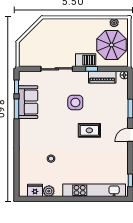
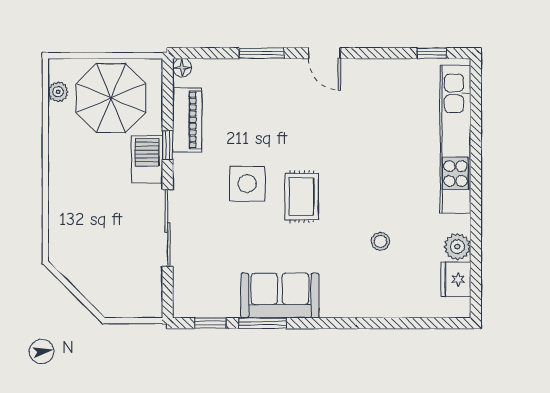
sofa: (28, 102) -> (280, 296), moved
rug: (89, 130) -> (302, 196), moved

